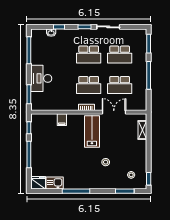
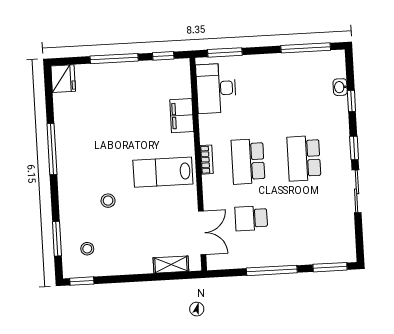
school desk: (120, 55) -> (307, 215), removed
desk: (41, 78) -> (216, 88), moved, turned -90
school desk: (120, 85) -> (251, 218), width x0.54
double door: (114, 112) -> (202, 233), moved
filing cabinet: (62, 120) -> (182, 116), width x2.00
lab bench: (92, 131) -> (163, 172), turned 180
kitchen sink: (55, 183) -> (65, 109), removed

